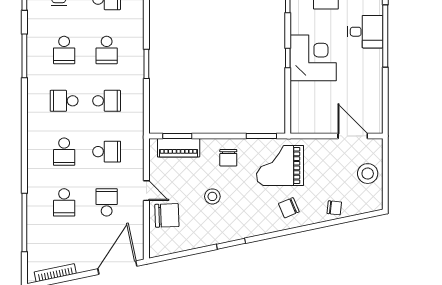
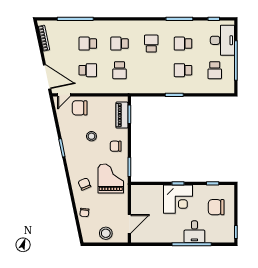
school desk: (107, 101) -> (151, 70), removed
door: (146, 191) -> (64, 95), moved
chair: (167, 215) -> (80, 108), turned 92

